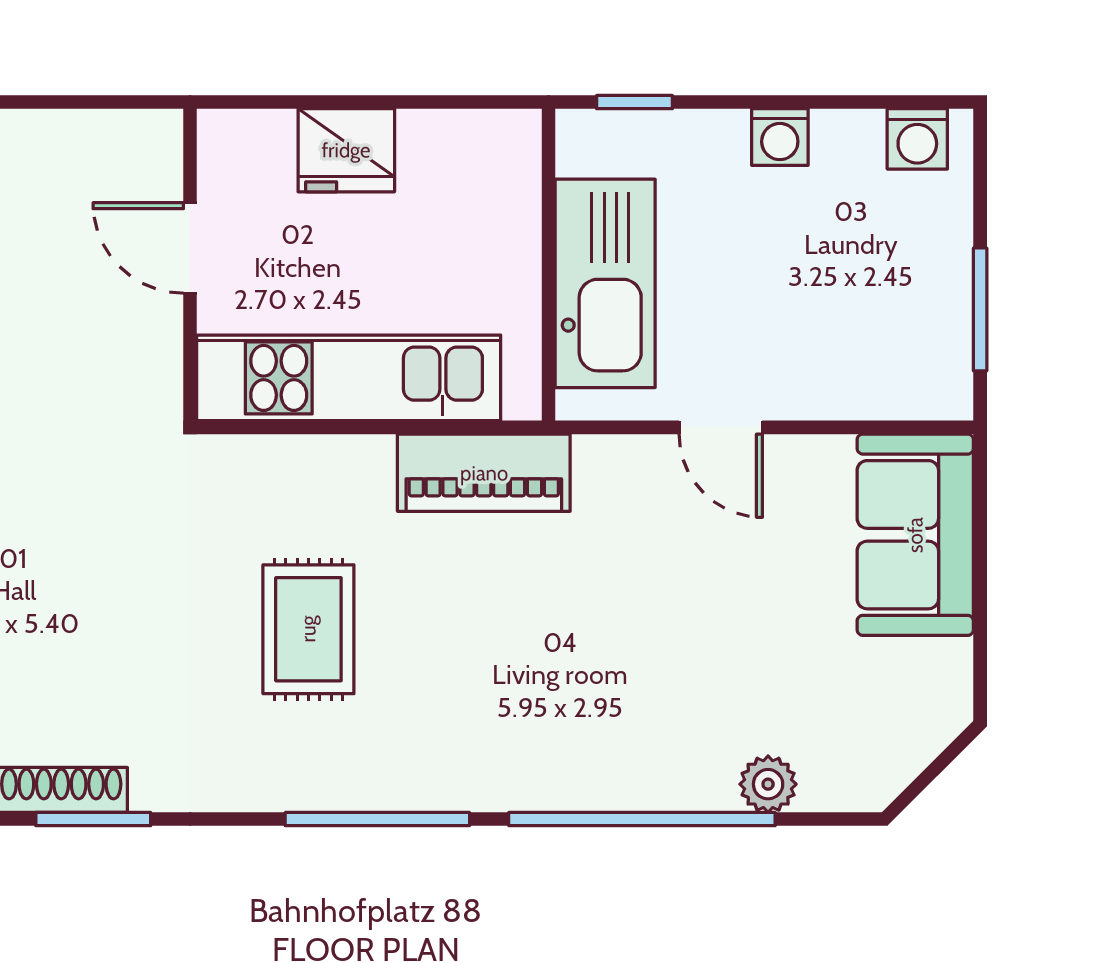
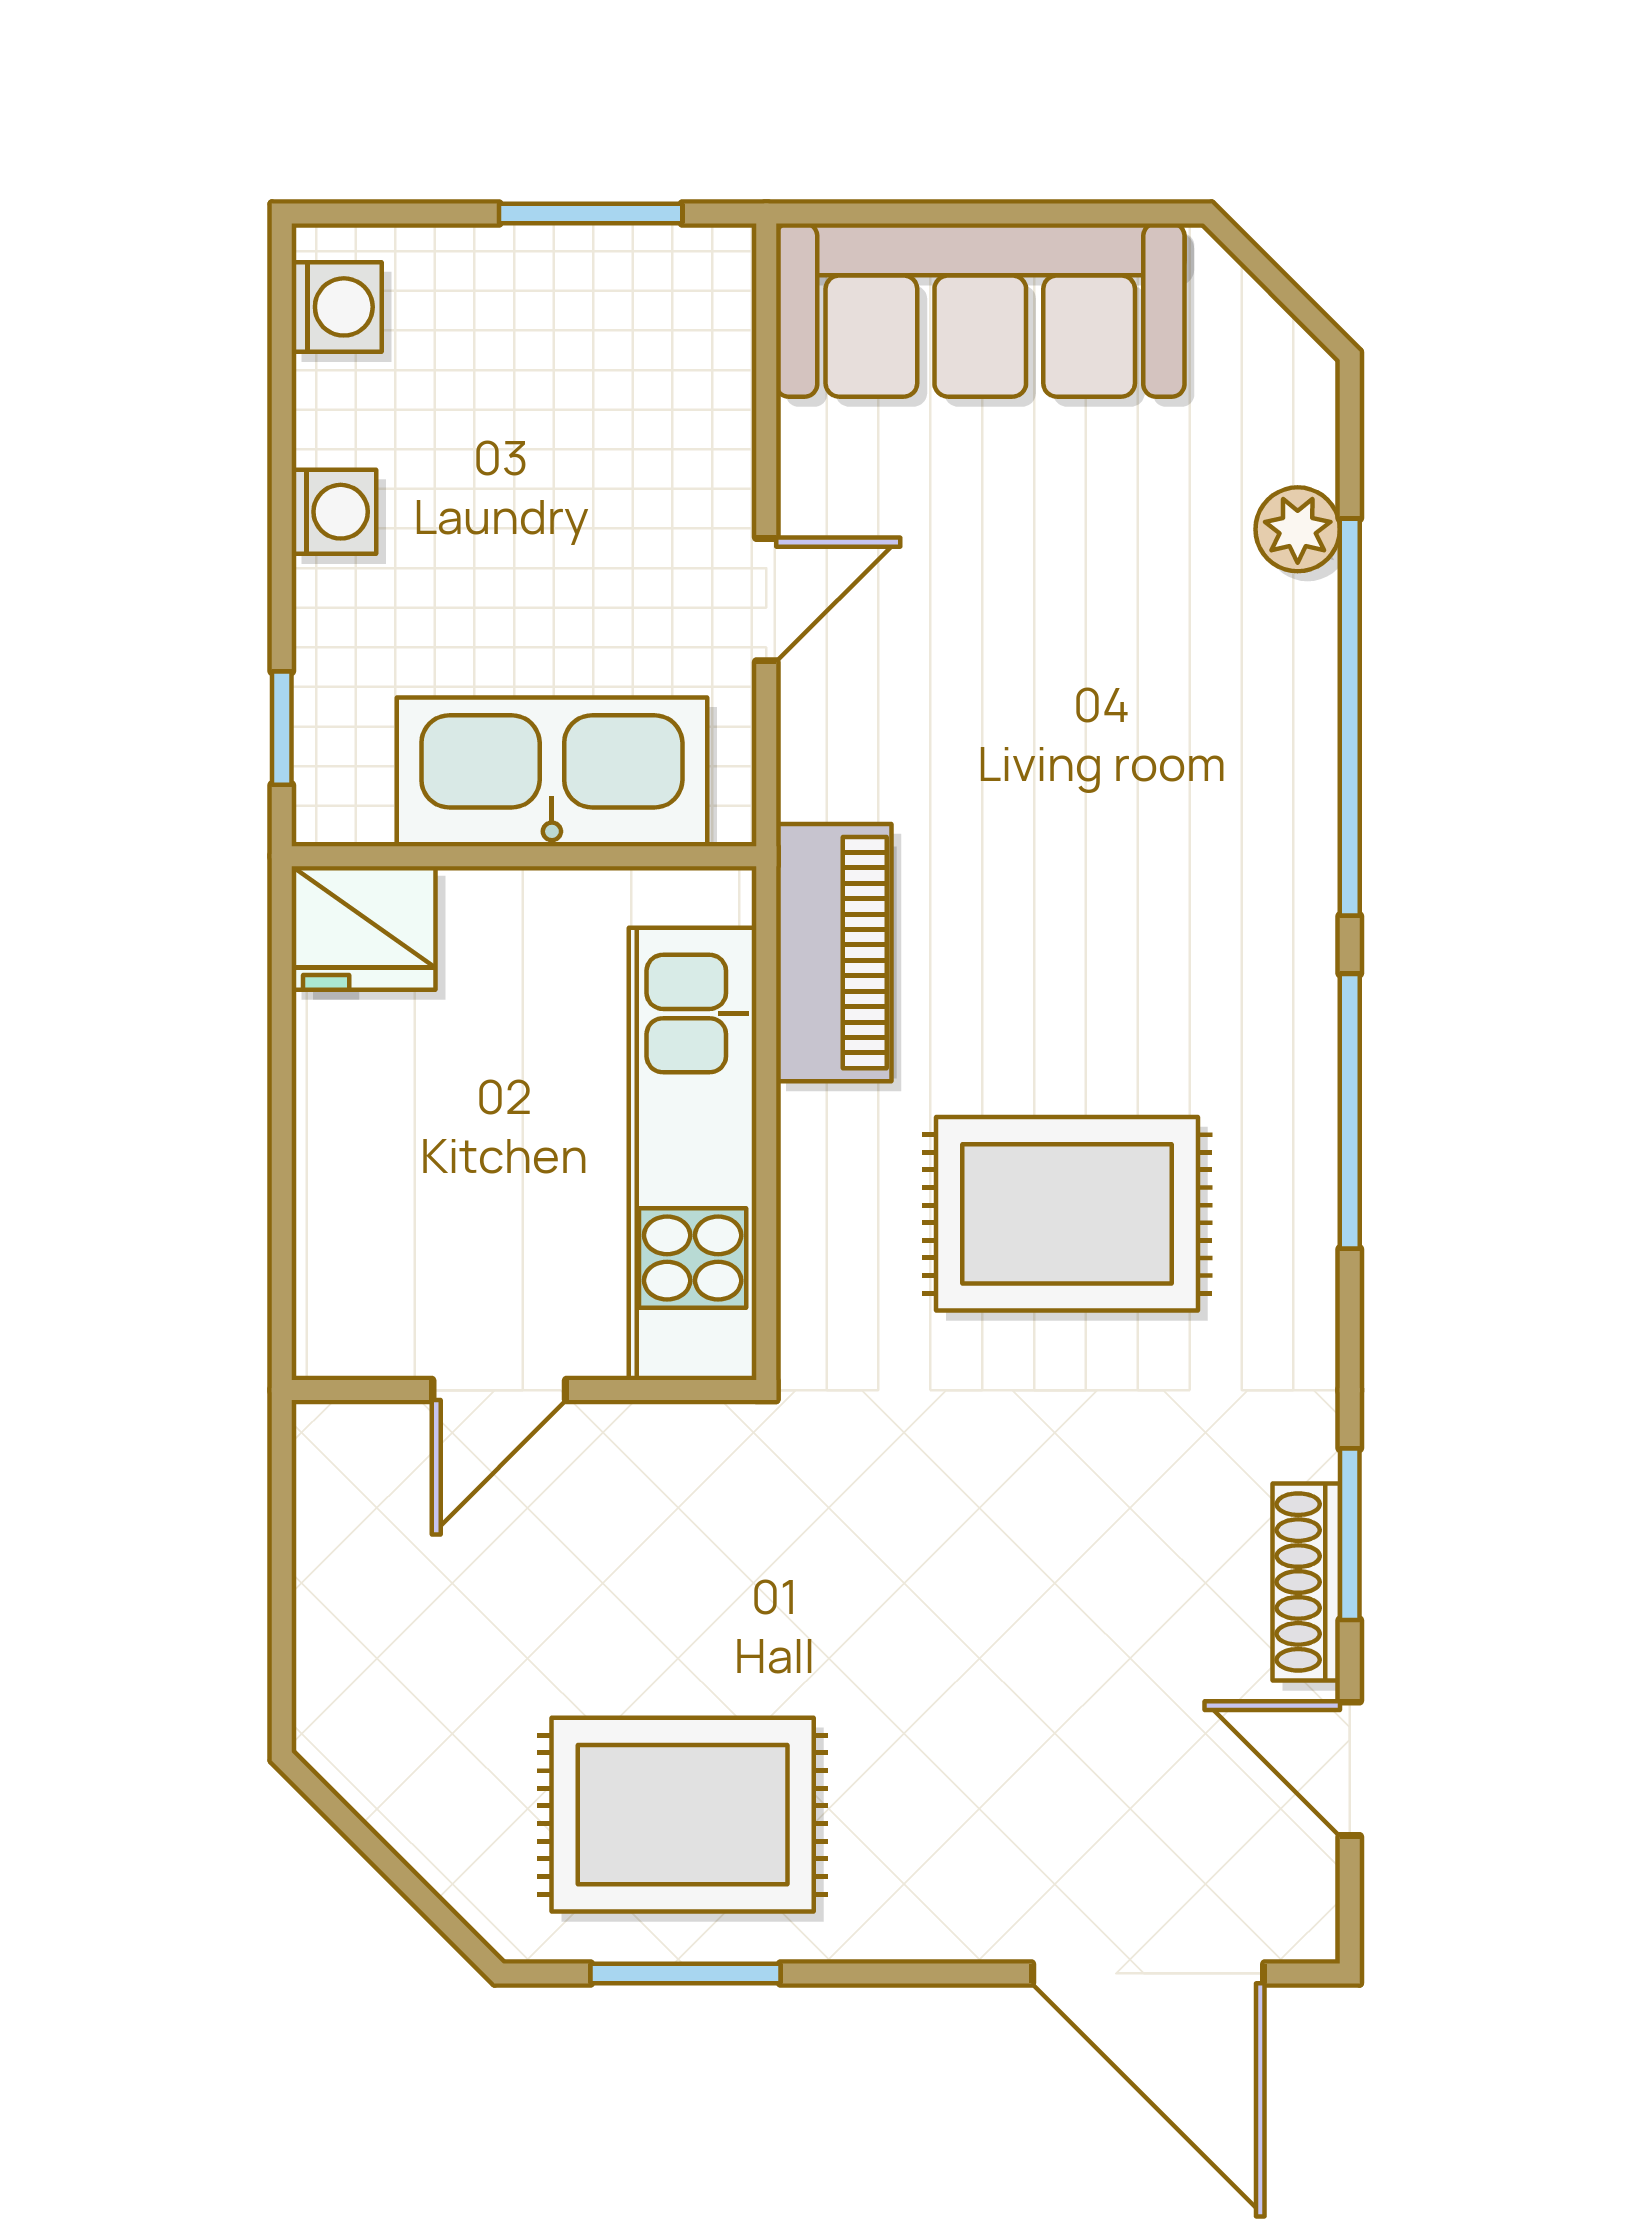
fridge: (346, 150) -> (364, 928), moved, turned 90
sofa: (915, 535) -> (980, 310), width x1.36
rug: (308, 629) -> (1067, 1214), width x1.36, depth x1.43

